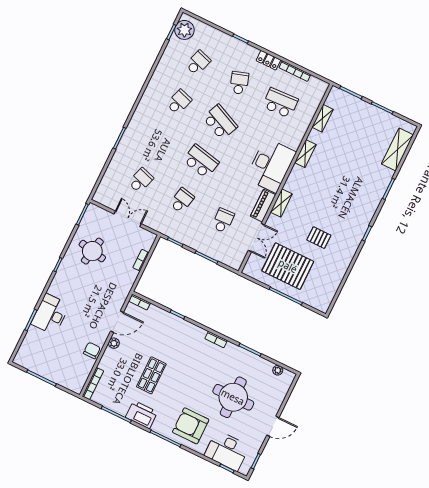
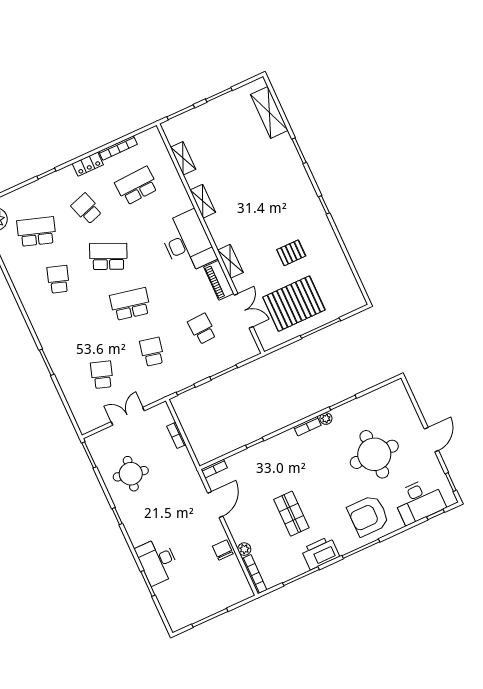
school desk: (198, 63) -> (36, 232), width x1.85
plant: (114, 343) -> (244, 549), moved
plant: (278, 370) -> (326, 419), moved

